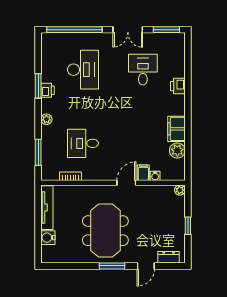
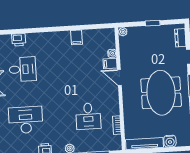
desk: (143, 70) -> (23, 69), turned 180
printer: (178, 86) -> (19, 40), moved
filing cabinet: (176, 129) -> (77, 37), width x0.50
plant: (177, 151) -> (89, 36), removed
meeting table: (105, 231) -> (161, 93), turned 90

